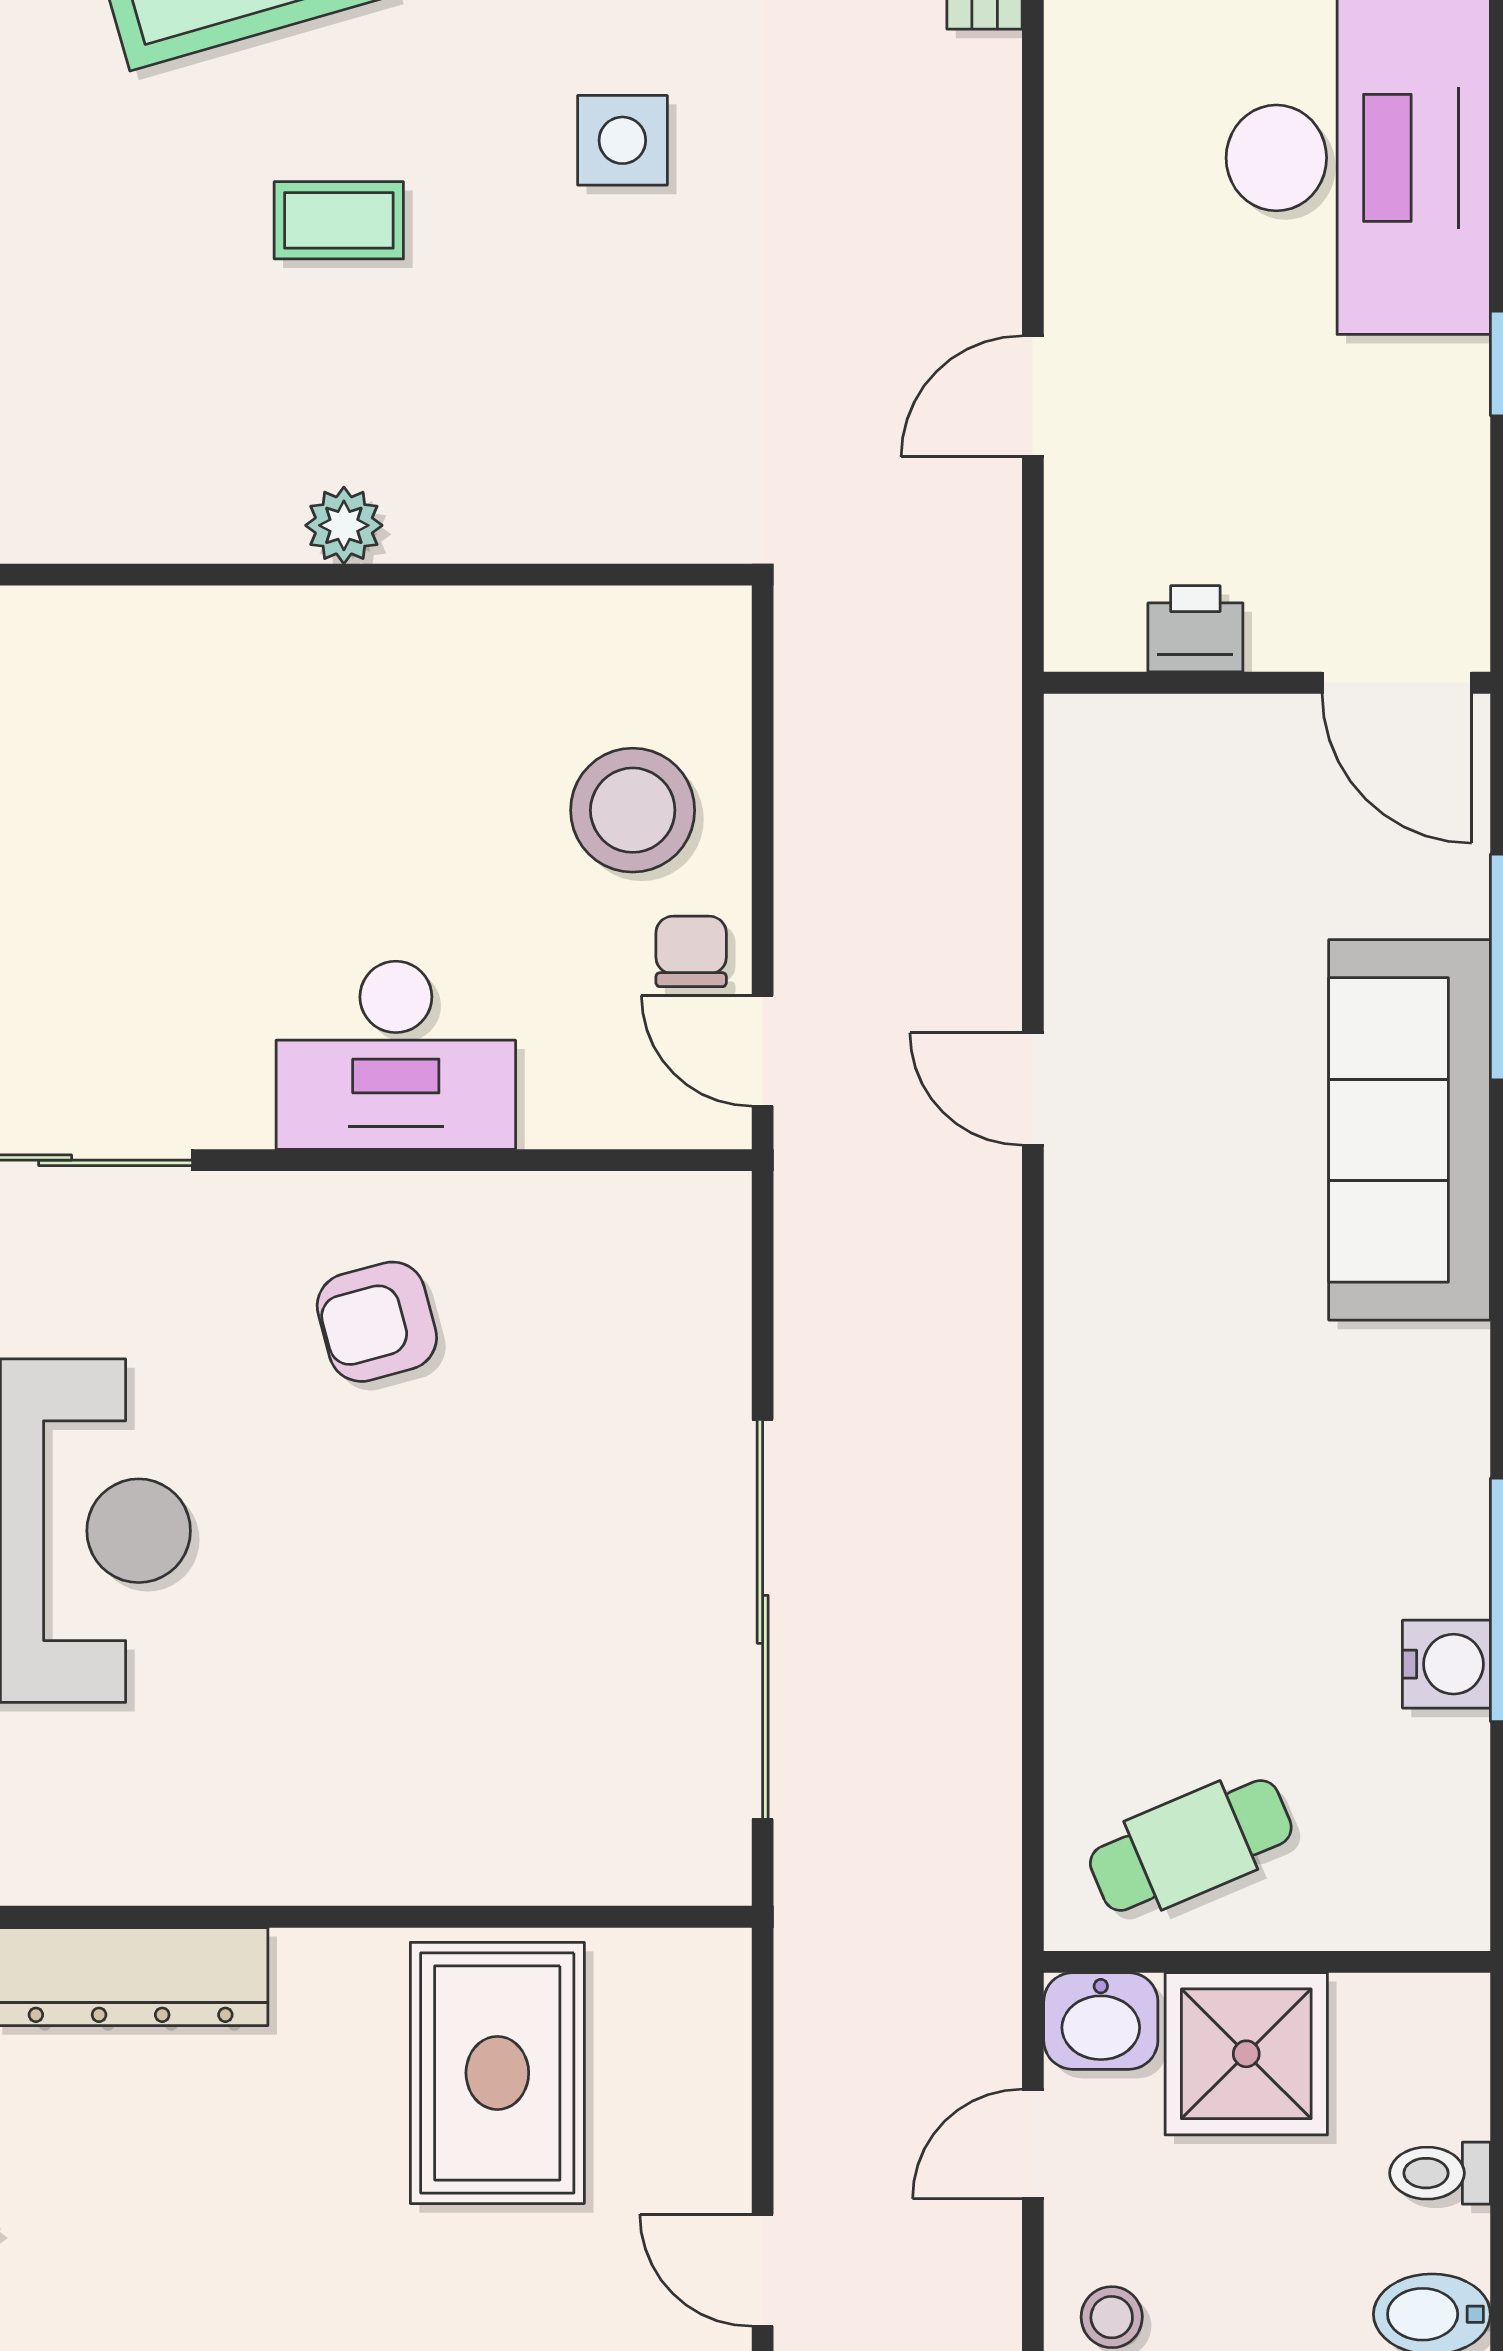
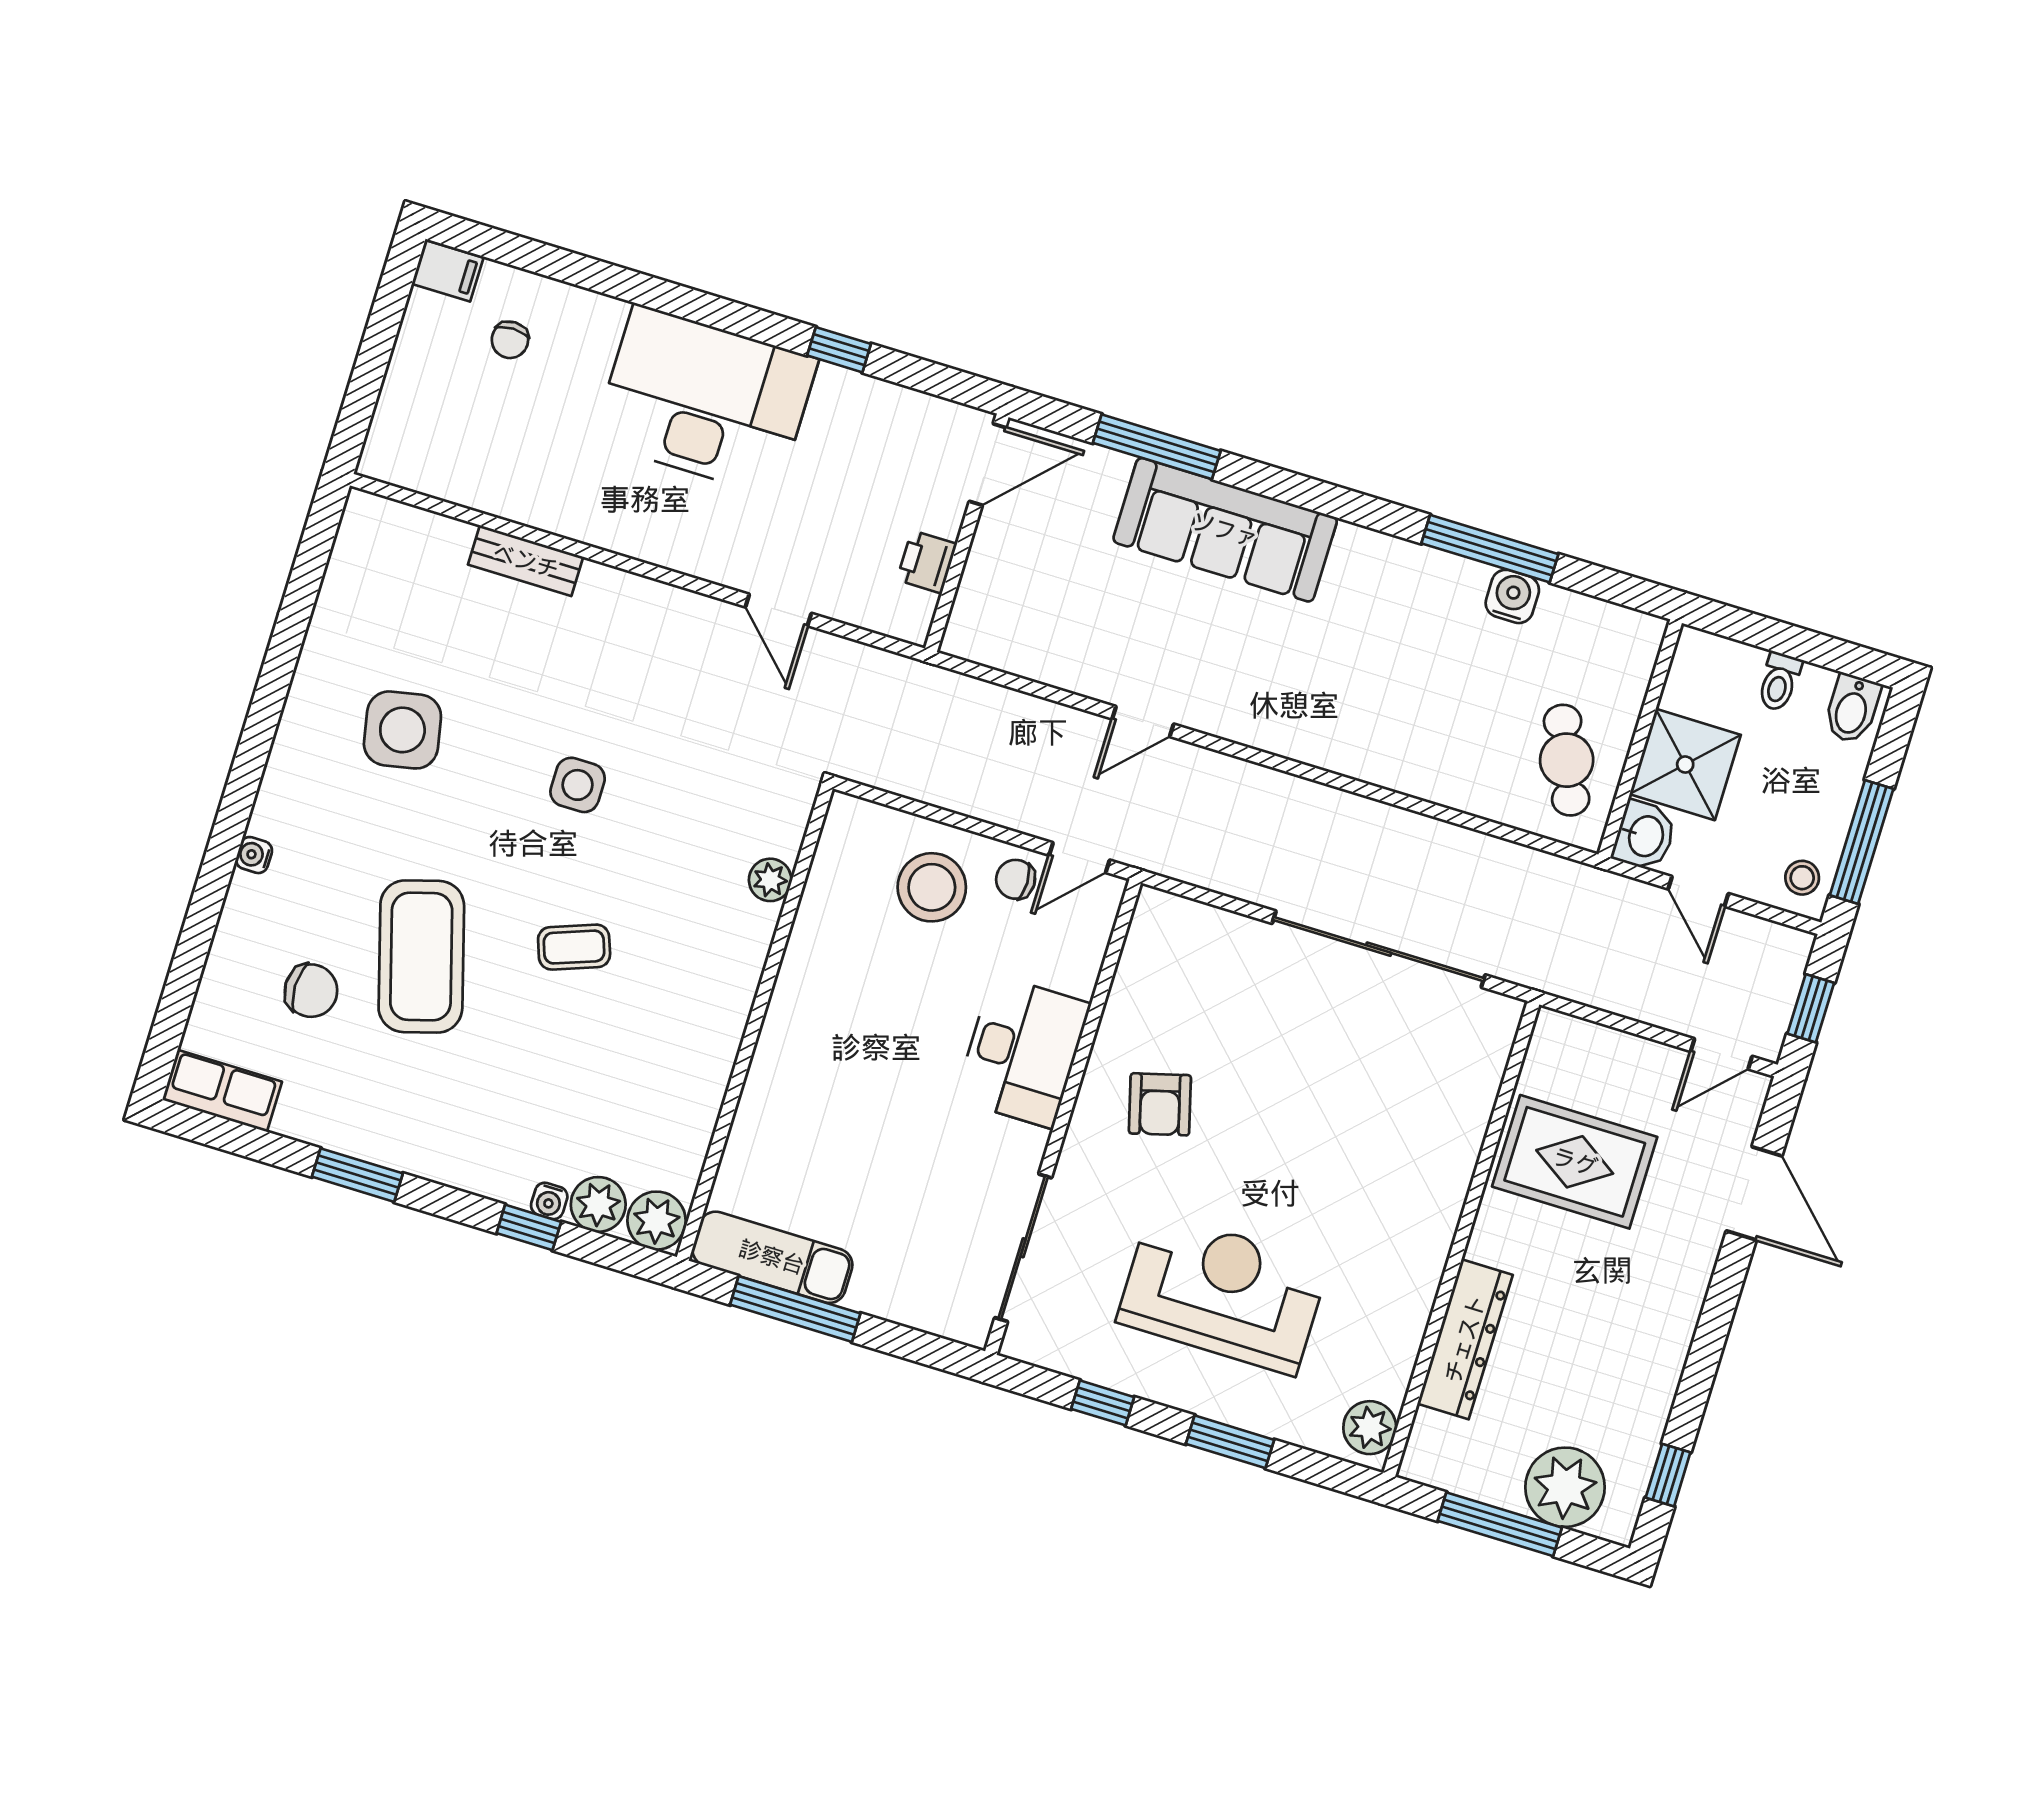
coffee table: (339, 220) -> (574, 947), turned 70
plant: (344, 525) -> (770, 880), moved

